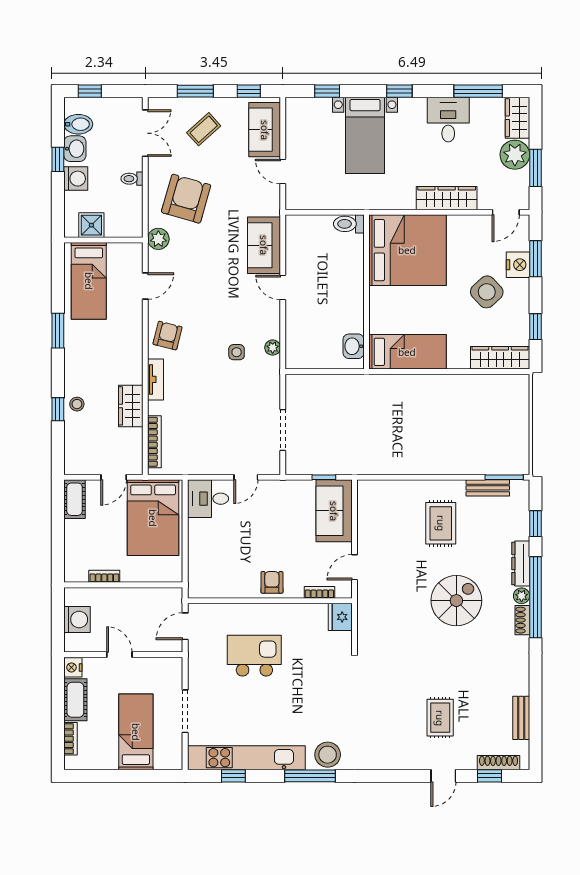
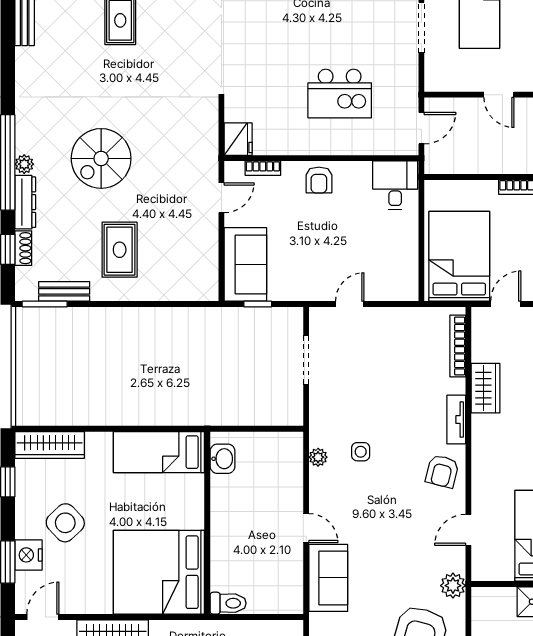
desk: (208, 499) -> (395, 185), moved, turned -90
shoe rack: (522, 620) -> (23, 248), moved

